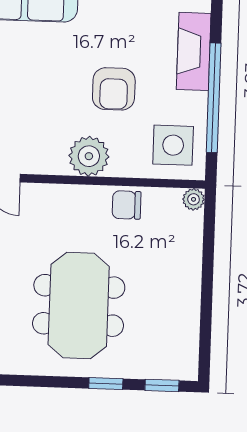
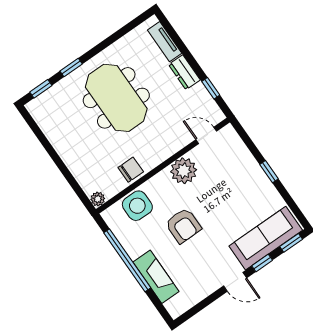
armchair: (114, 89) -> (183, 226), turned 180
side table: (173, 145) -> (137, 206), moved
plant: (89, 156) -> (184, 171), moved

